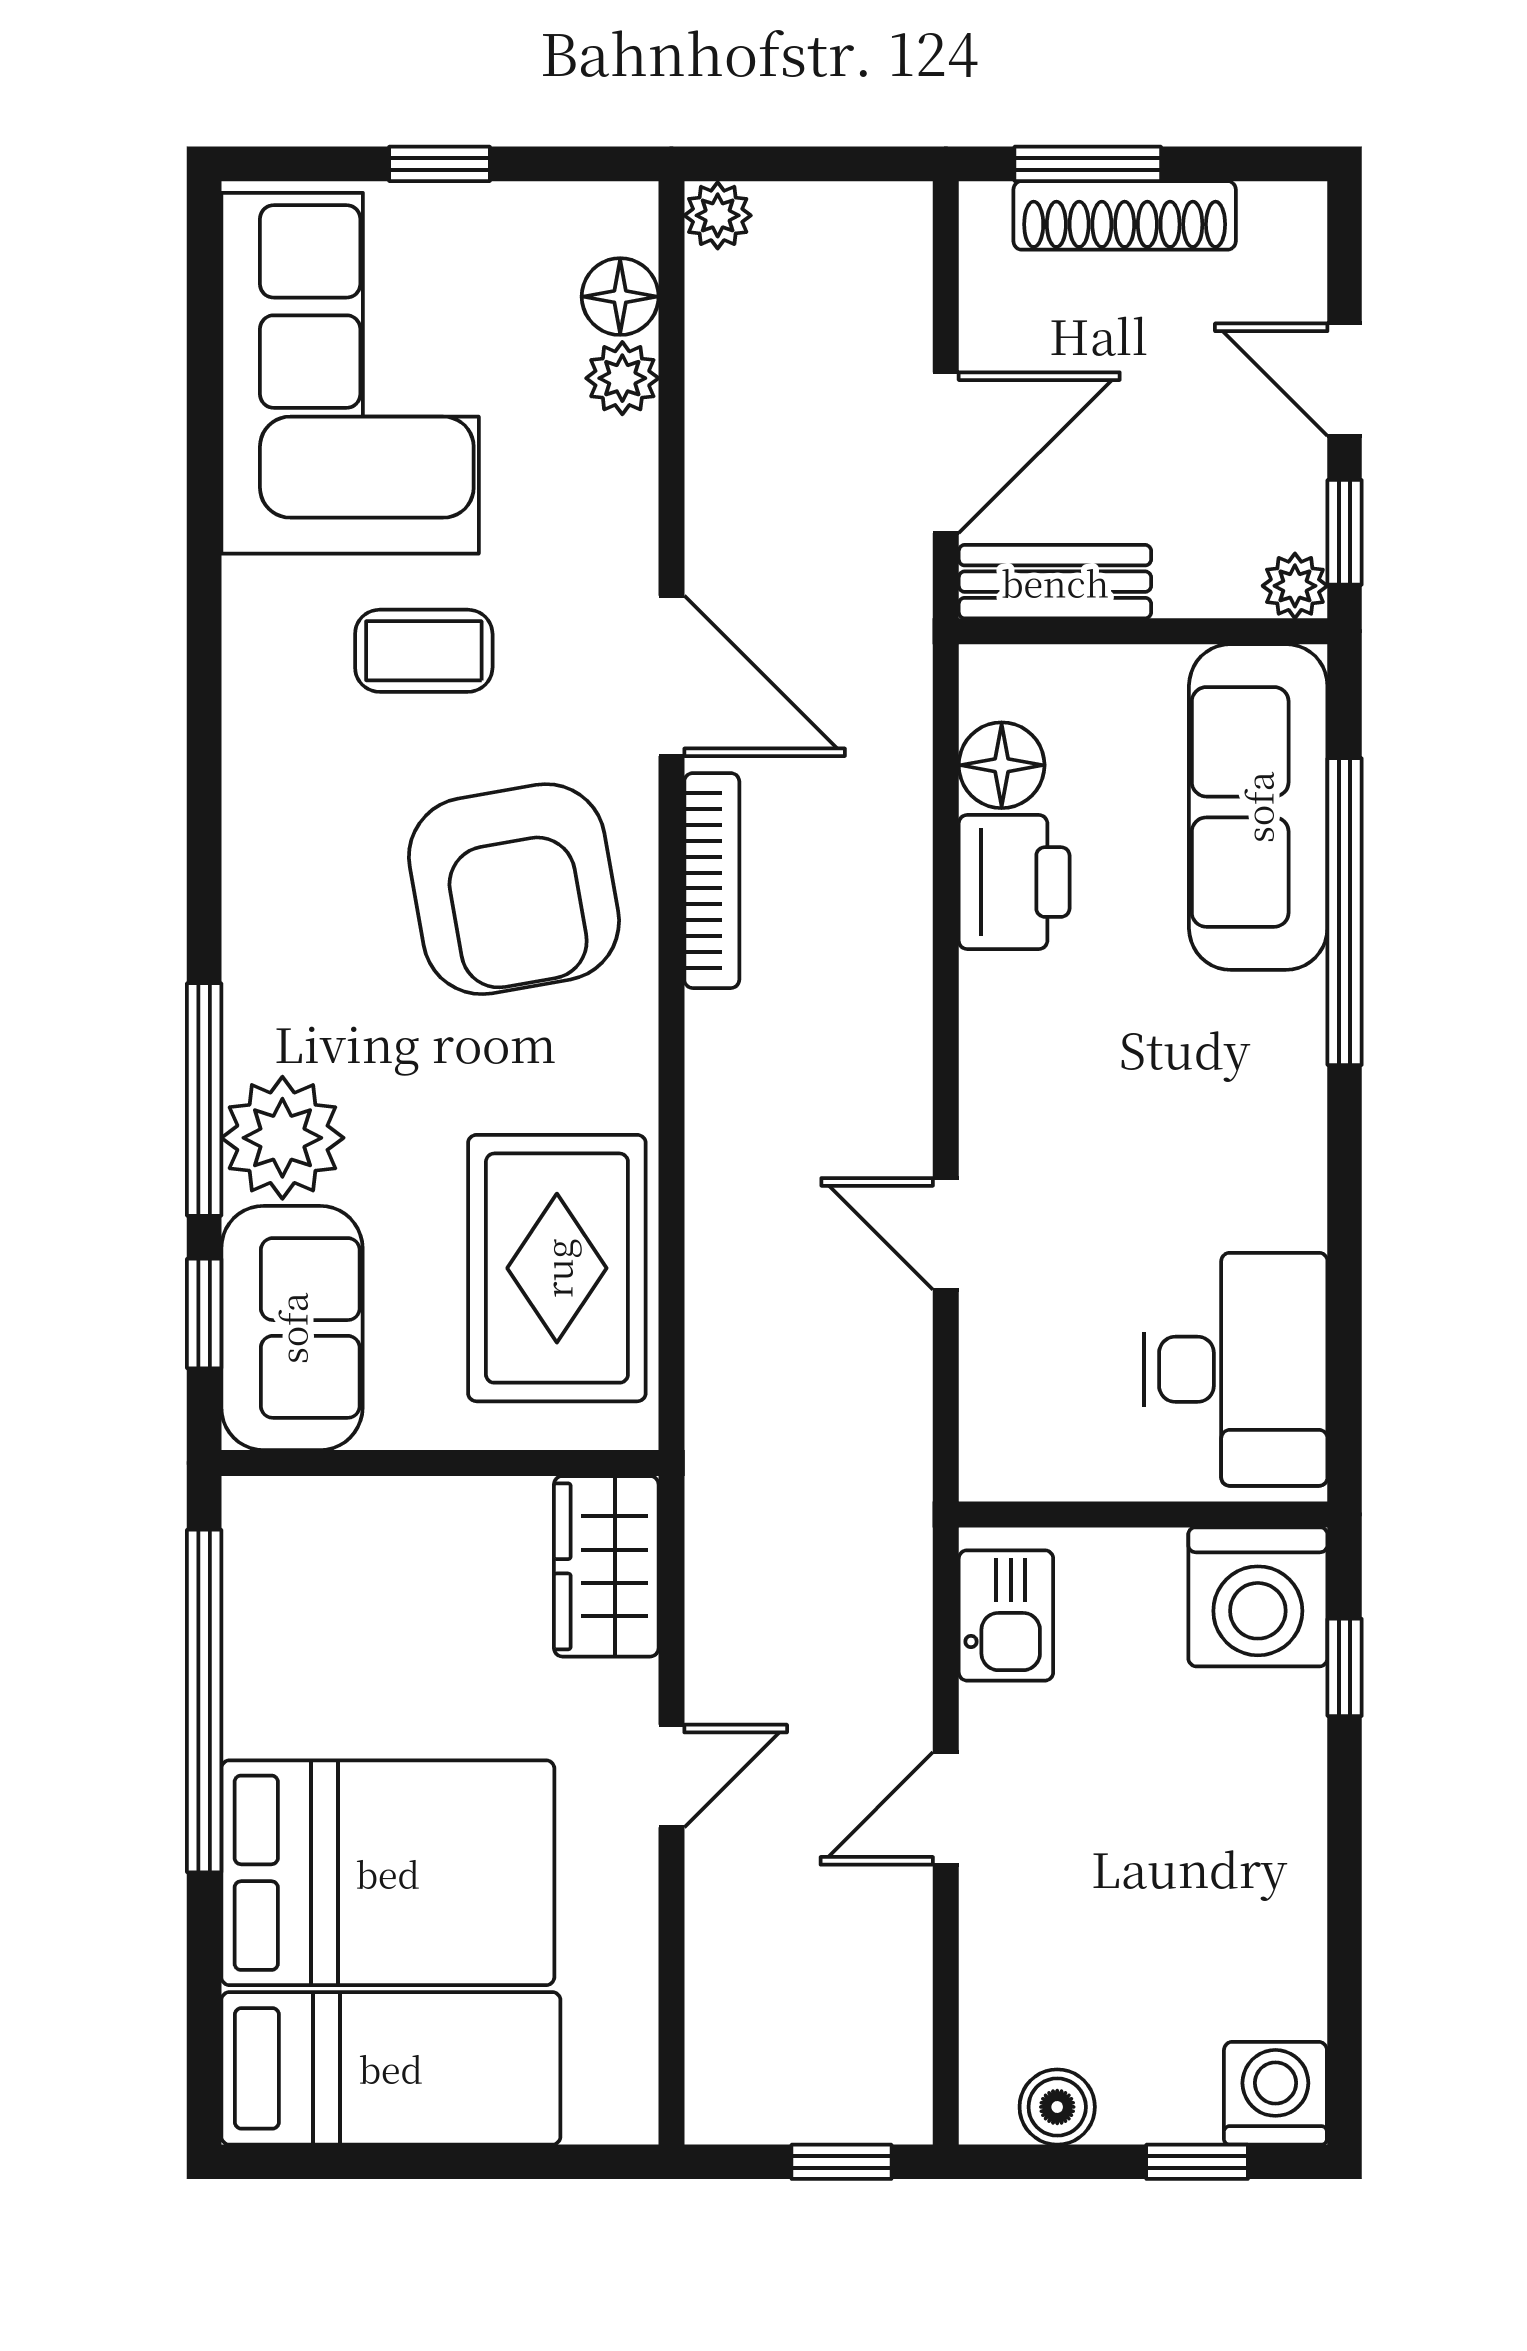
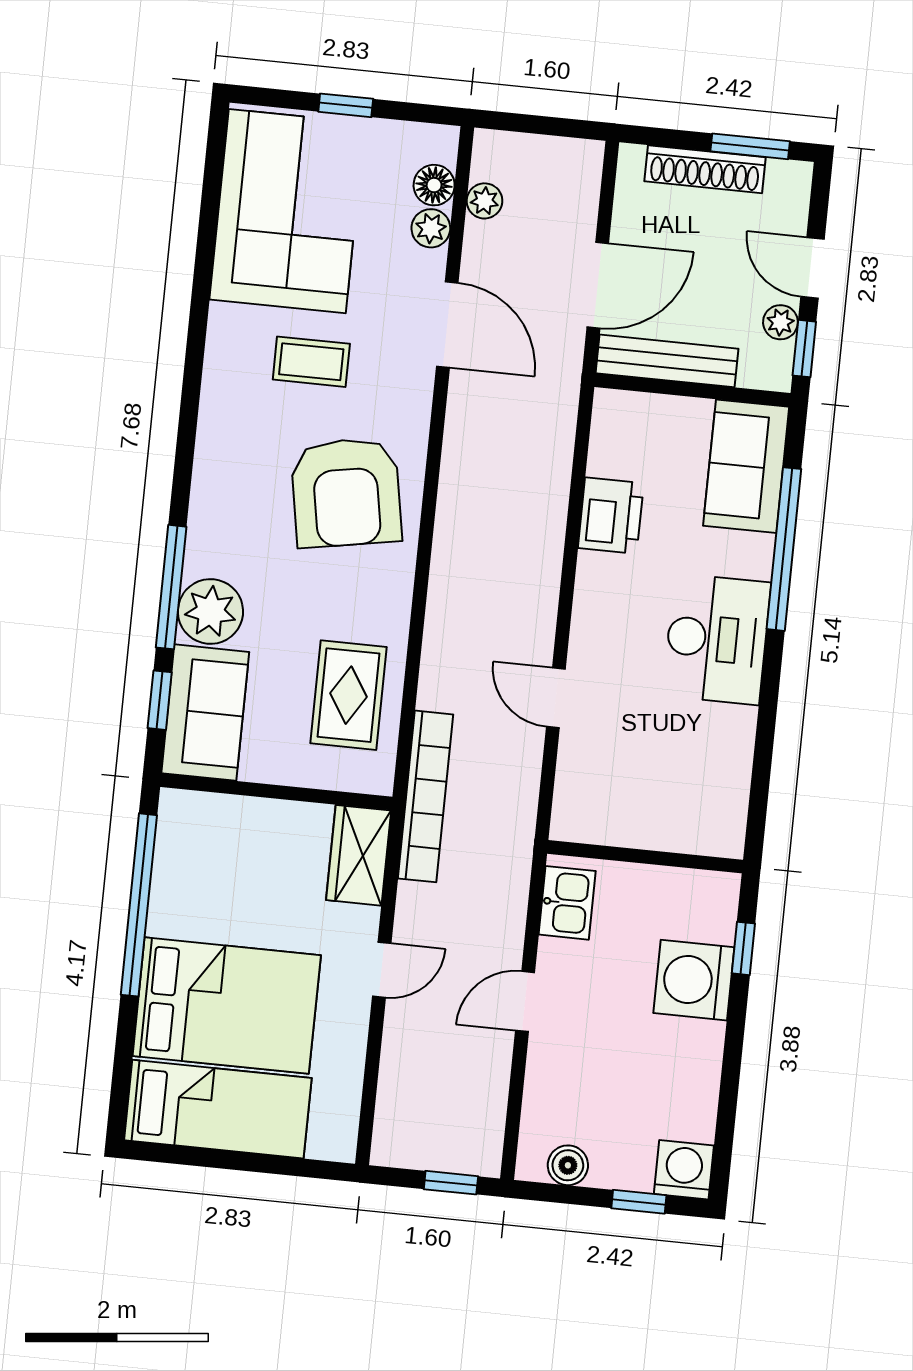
window: (1088, 164) -> (750, 146), moved
plant: (718, 215) -> (485, 201), moved
bench: (1055, 582) -> (667, 361), width x1.36
plant: (1295, 586) -> (780, 322), moved
door: (671, 676) -> (447, 325), moved
floor lamp: (1002, 765) -> (611, 453), removed
sofa: (1258, 807) -> (746, 466), width x0.73
bookcase: (712, 881) -> (426, 796), moved, width x1.48, depth x1.31
rug: (557, 1268) -> (349, 695), width x0.73, depth x0.70
desk: (1236, 1369) -> (717, 639), moved
washing machine: (1258, 1597) -> (694, 980), moved, turned 90

